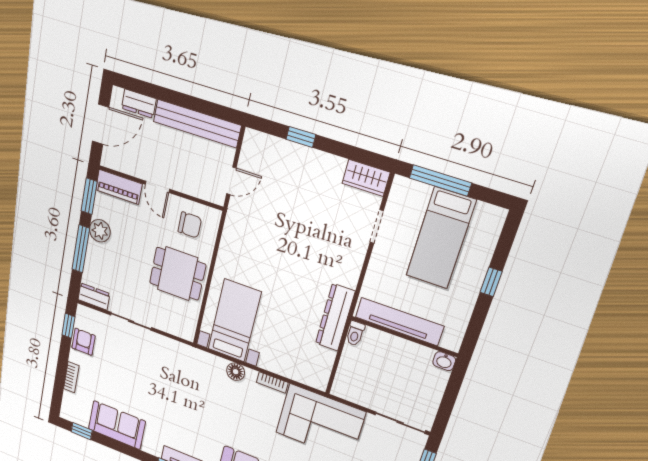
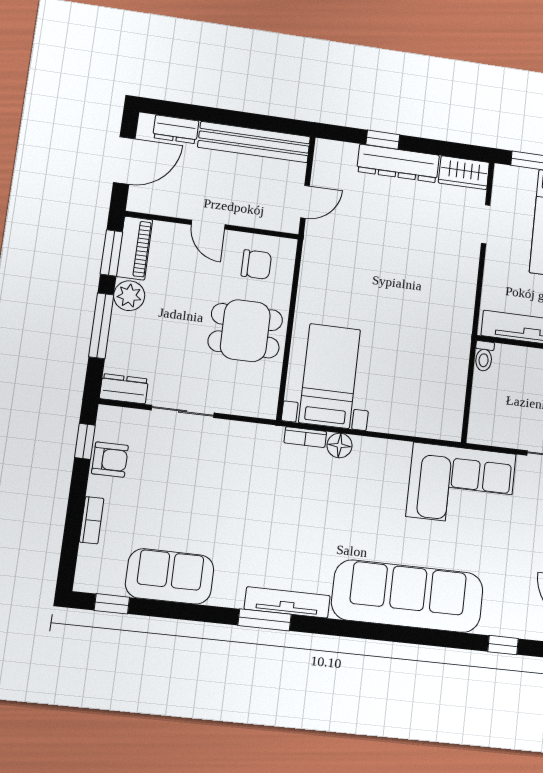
piano: (119, 187) -> (135, 248), moved, turned -90
dresser: (335, 317) -> (398, 163), moved, turned -90
armchair: (83, 342) -> (110, 460), turned 90
bookcase: (272, 382) -> (305, 437), moved

